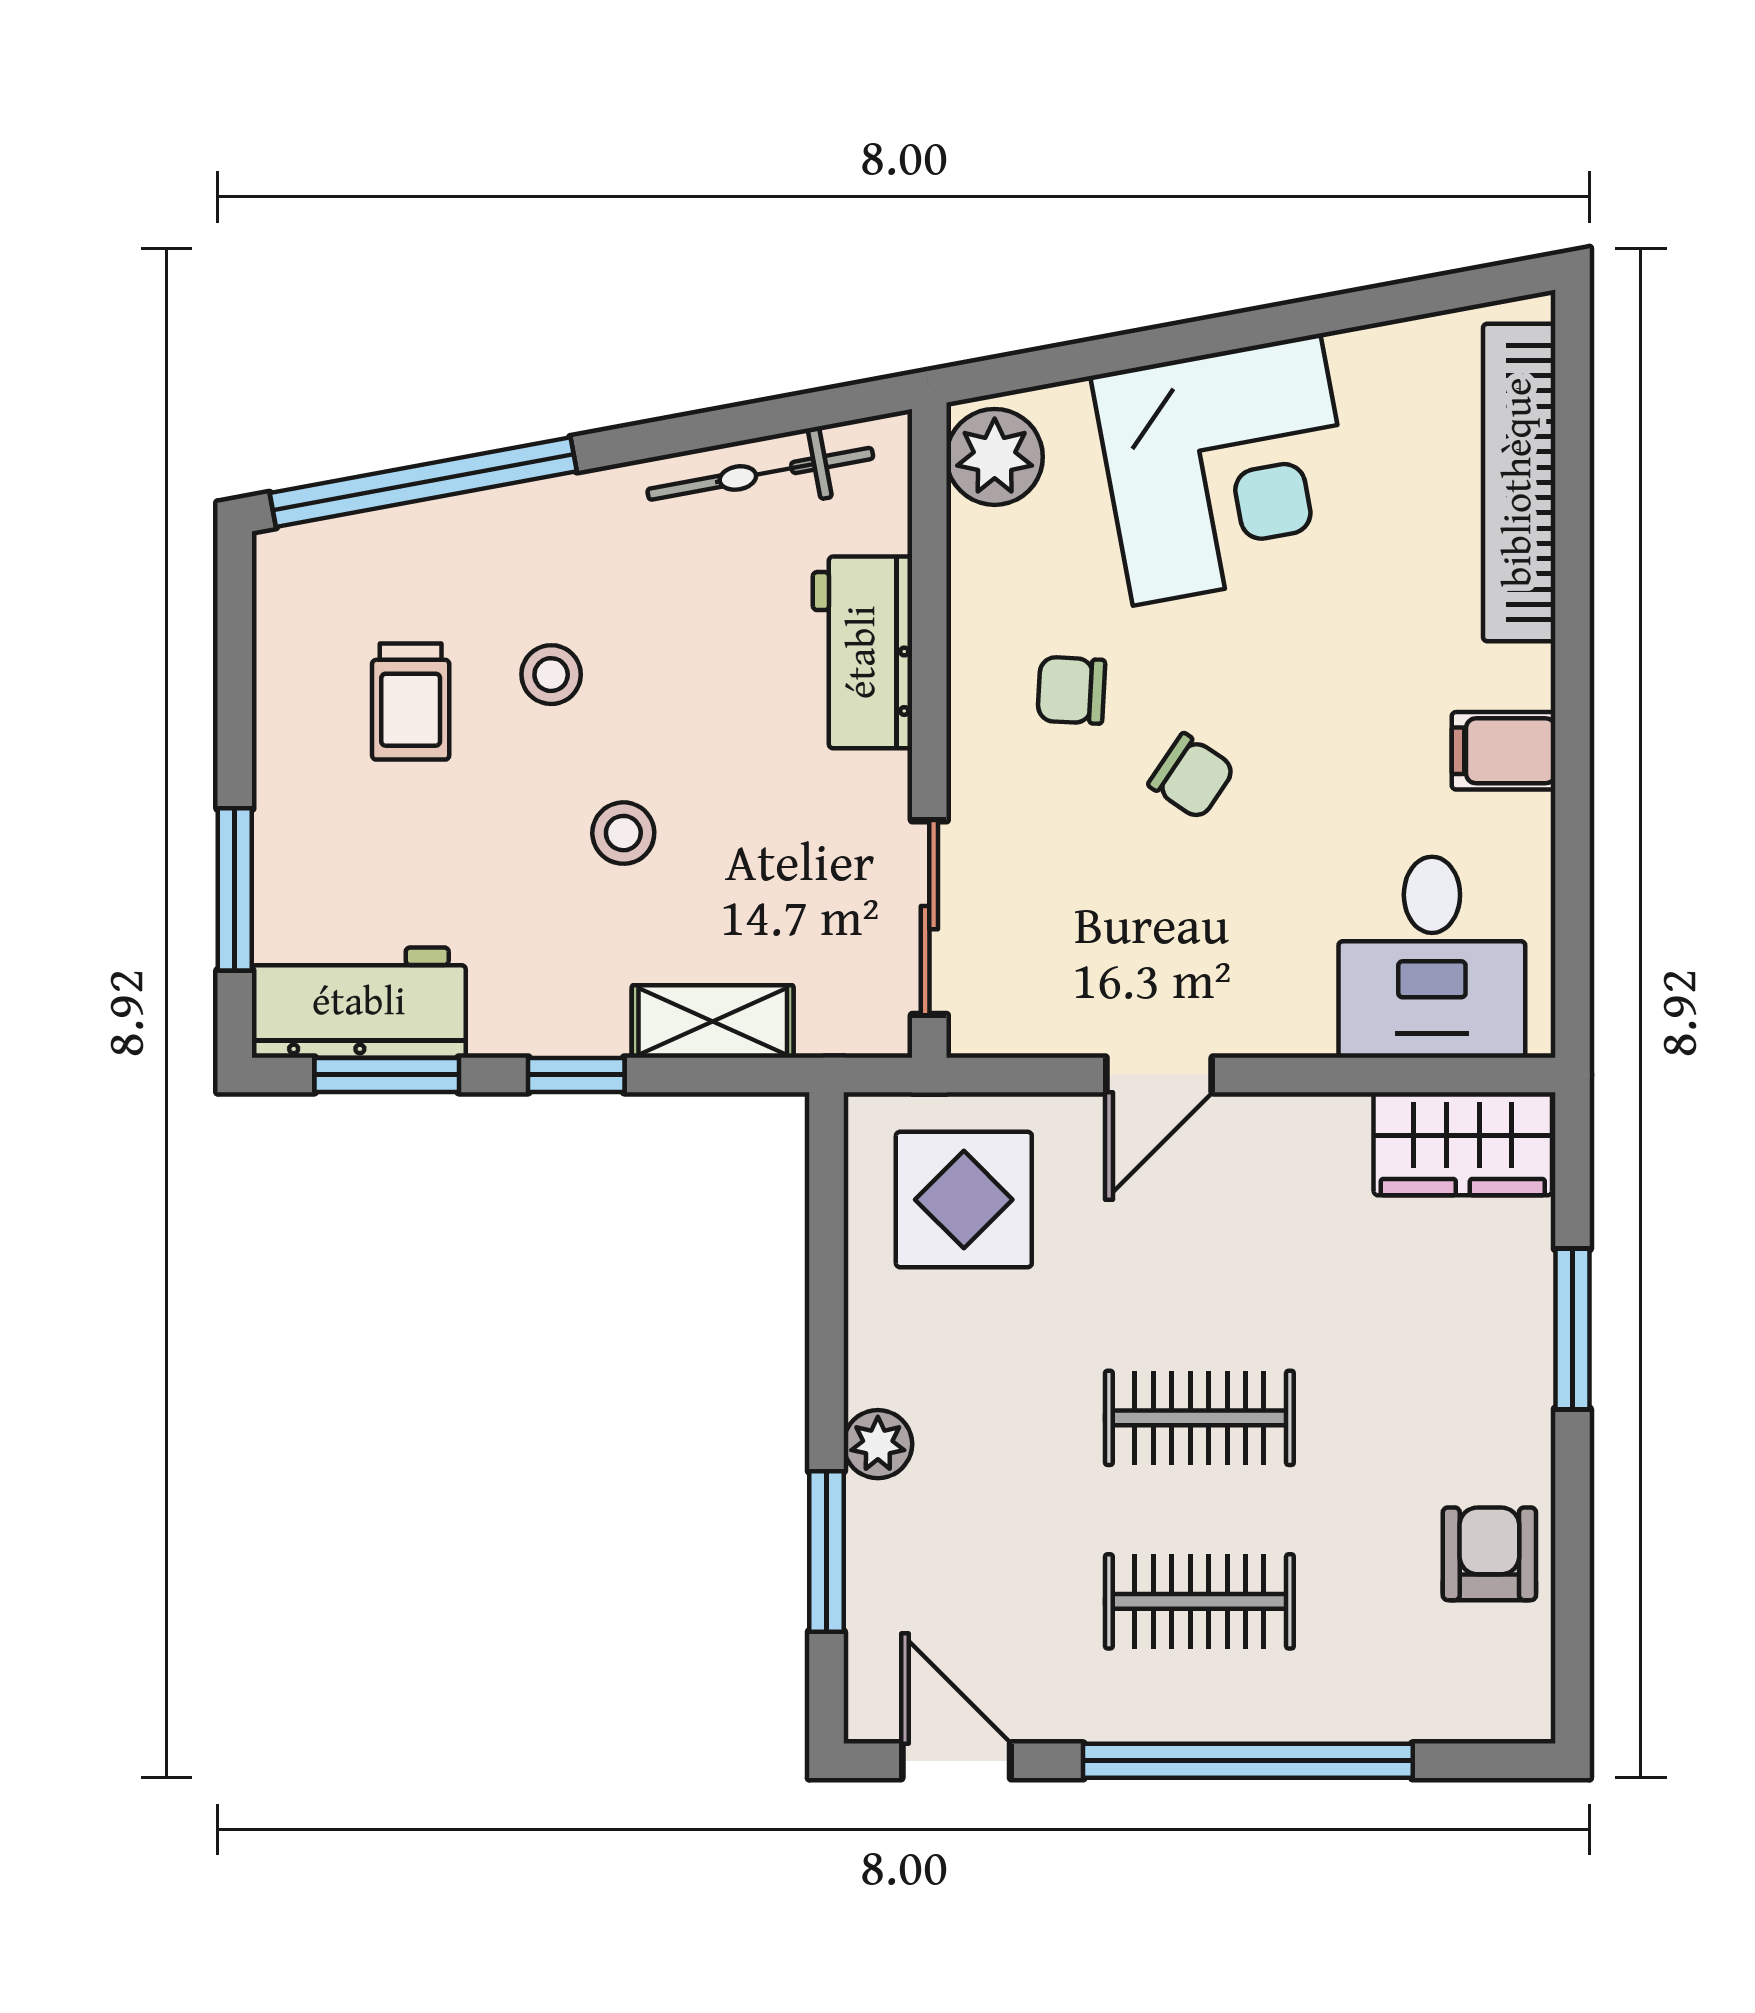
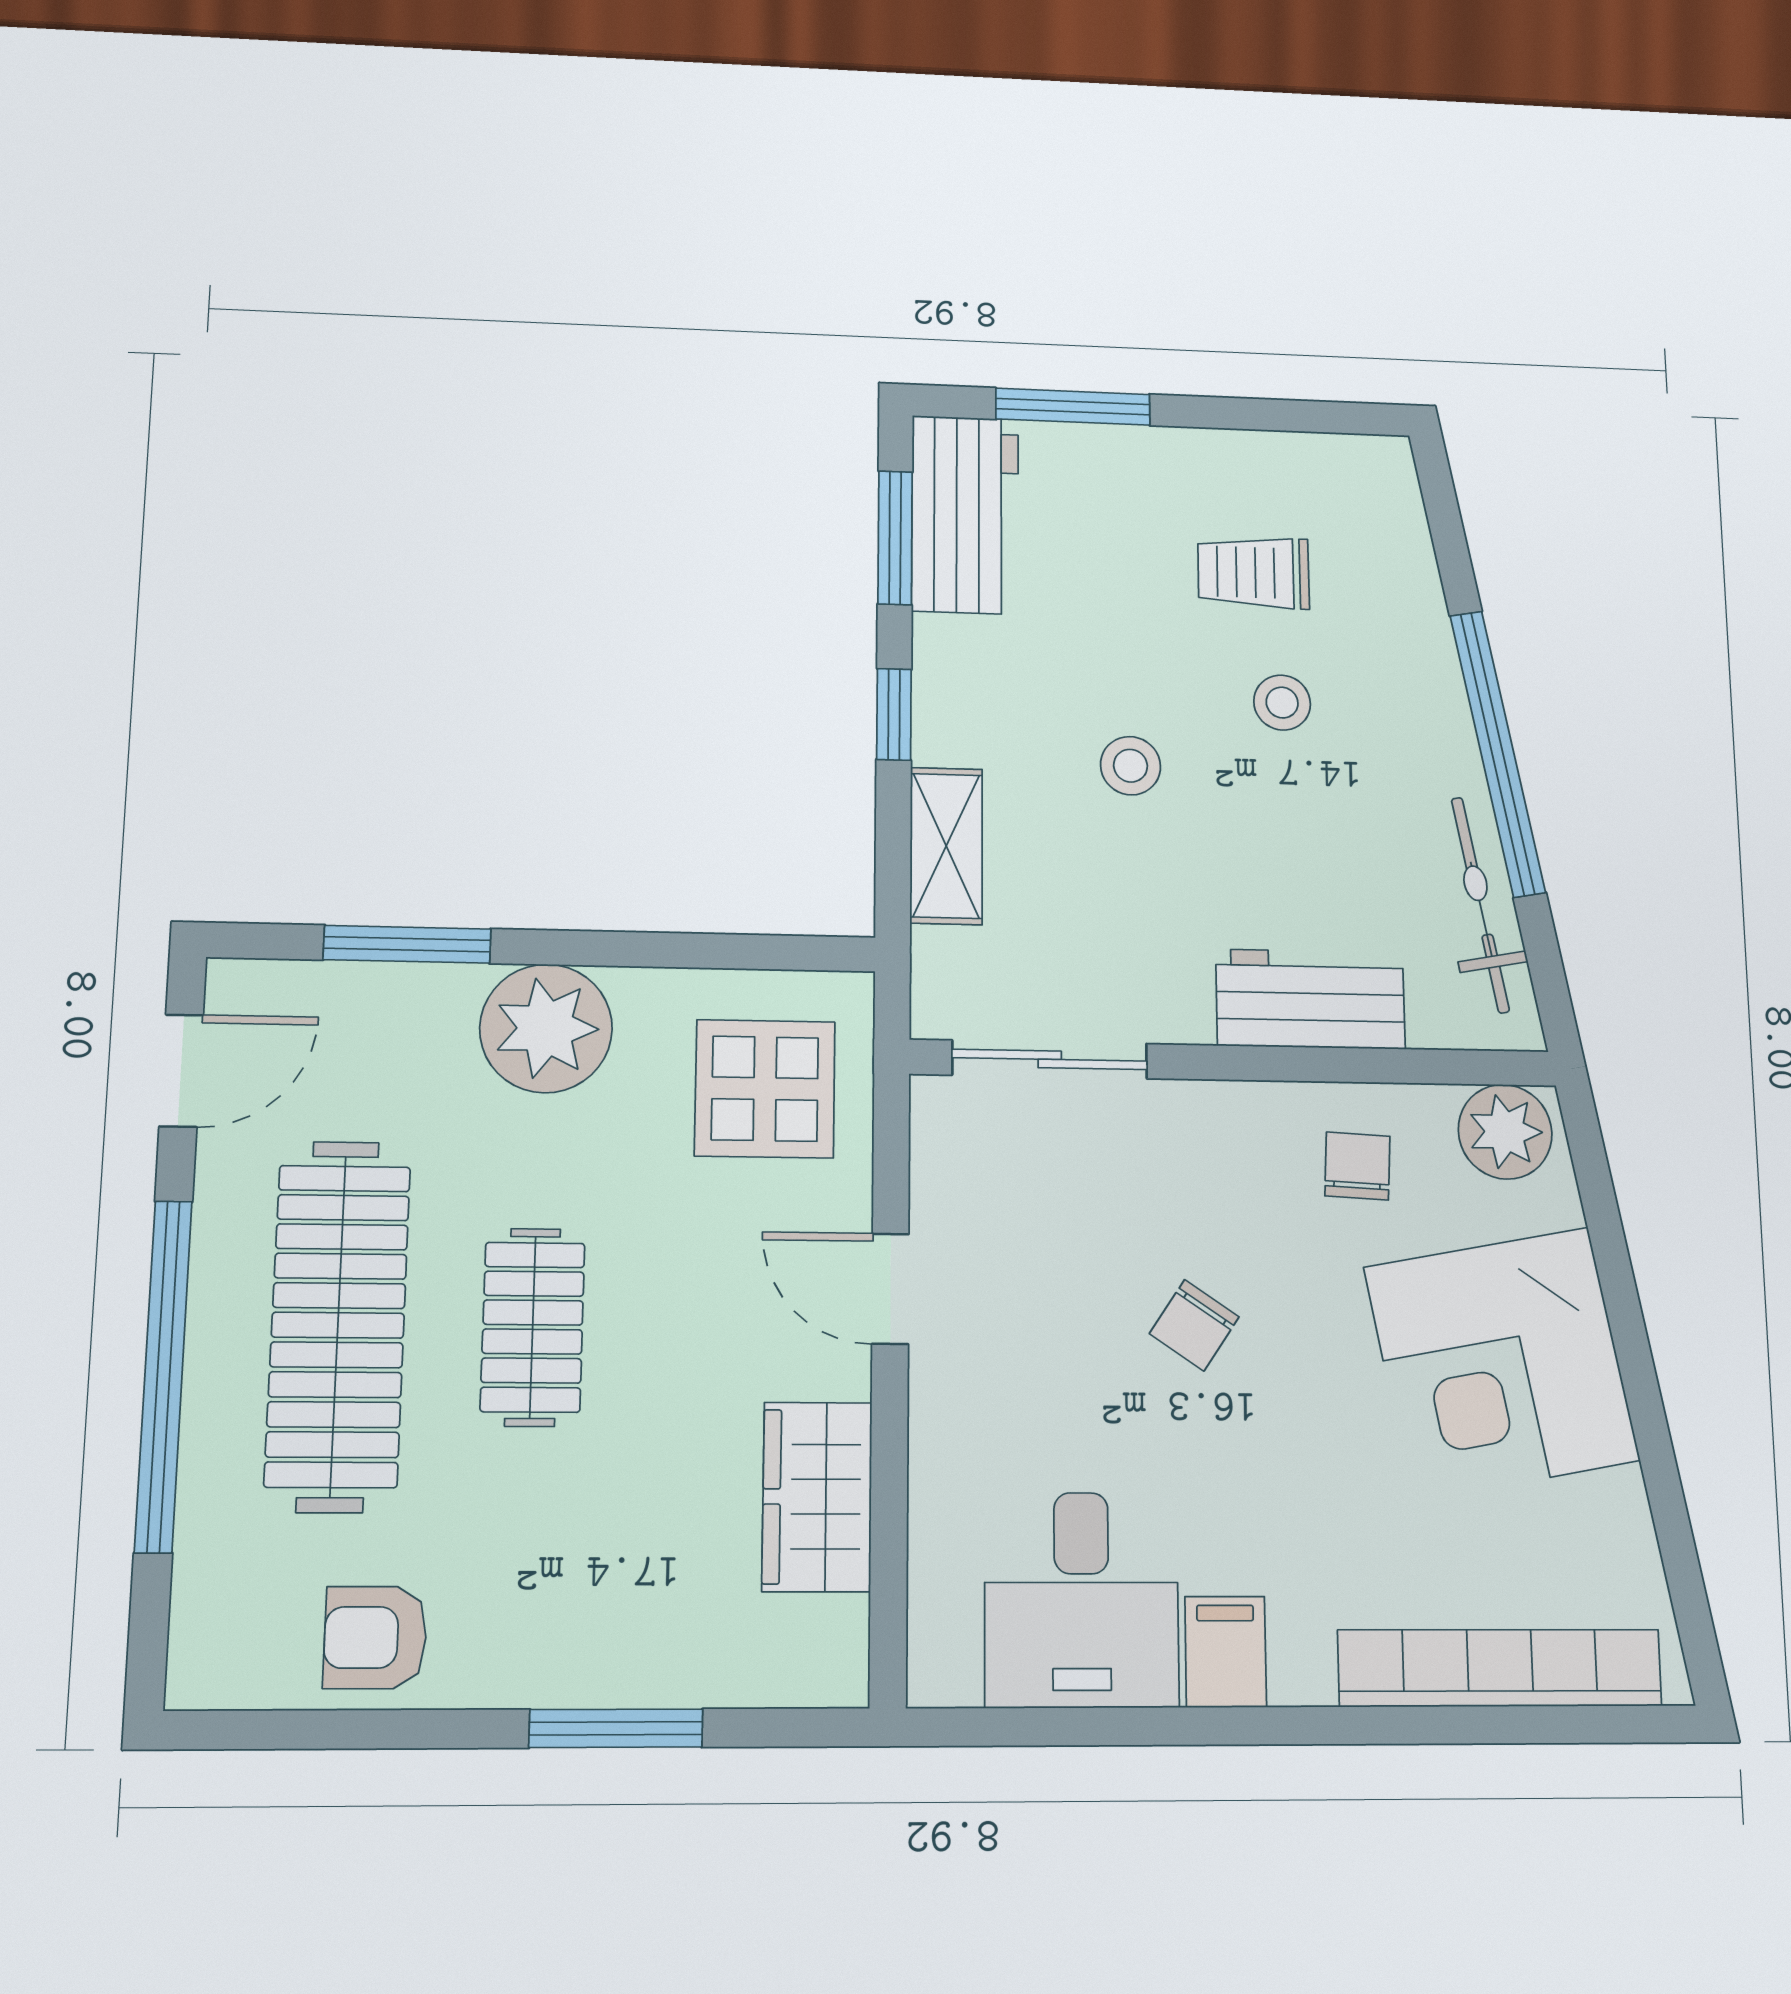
window: (423, 482) -> (1497, 753), moved
chair: (1071, 690) -> (1357, 1166), moved
desk: (1432, 957) -> (1082, 1600), moved, turned -90
wardrobe: (1463, 1144) -> (817, 1497), moved
plant: (878, 1444) -> (546, 1028), width x1.88, depth x1.88
armchair: (1489, 1554) -> (375, 1637), turned 180
clothes rail: (1199, 1601) -> (338, 1325), width x1.86, depth x1.31

